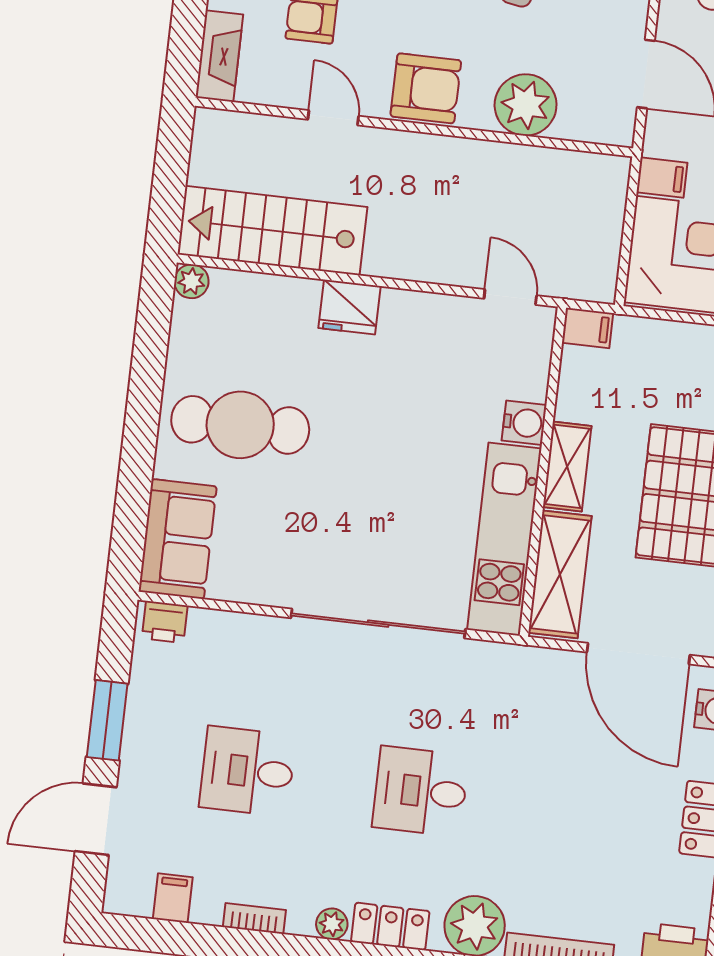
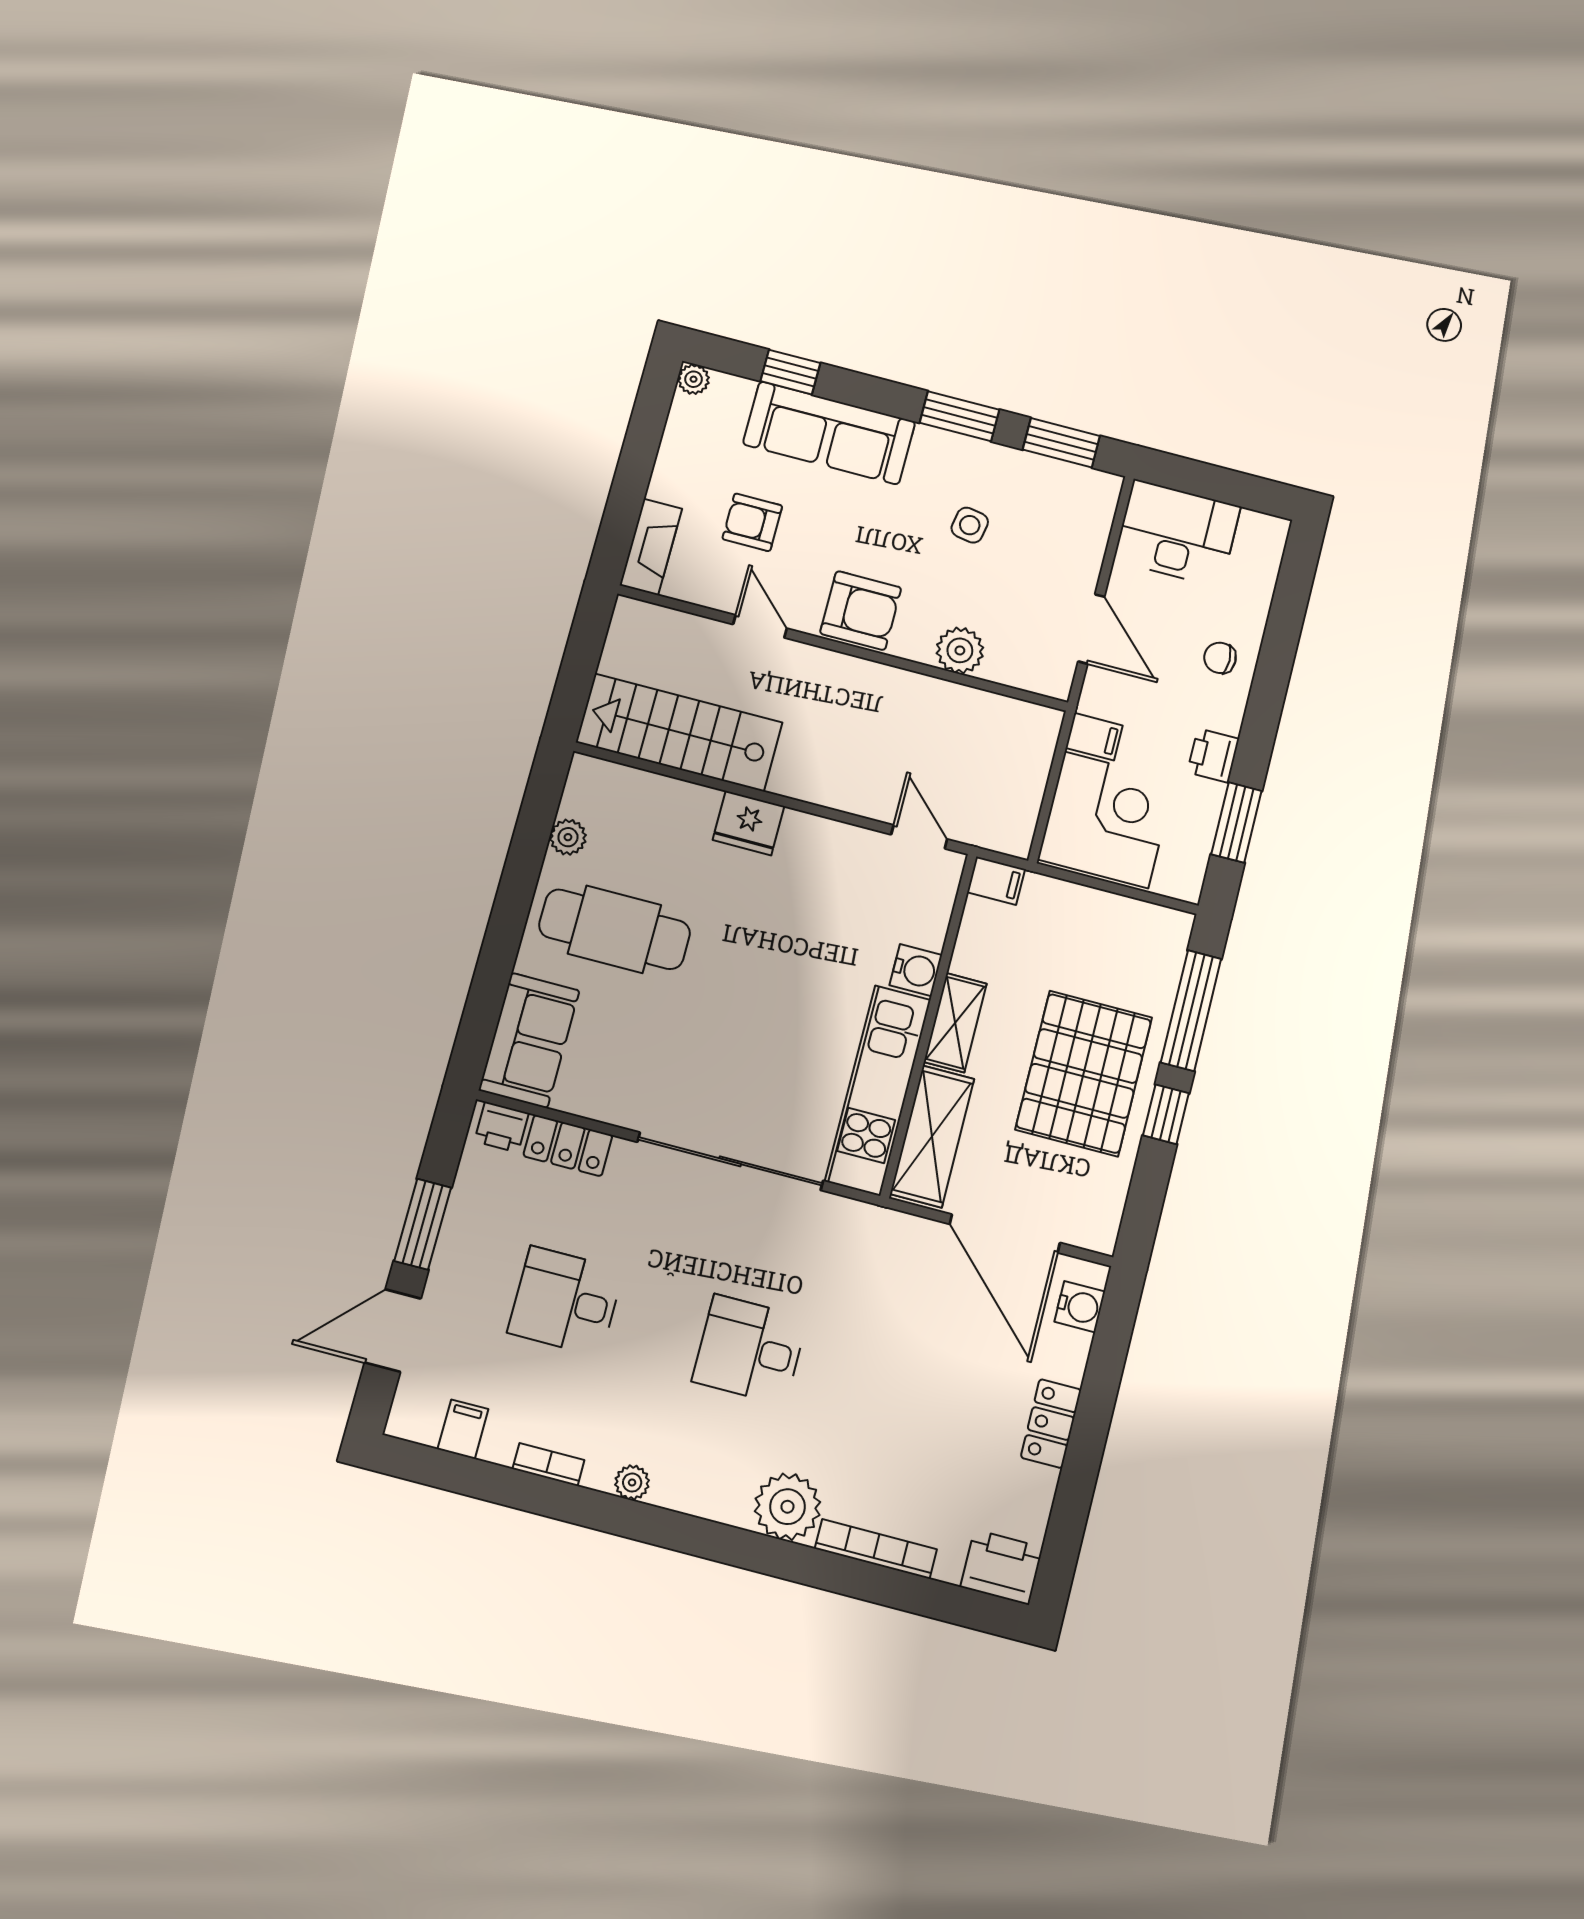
plant: (526, 105) -> (960, 650), width x0.73, depth x0.73
plant: (191, 281) -> (568, 837), moved
locker: (390, 926) -> (568, 1146), moved, turned 180

